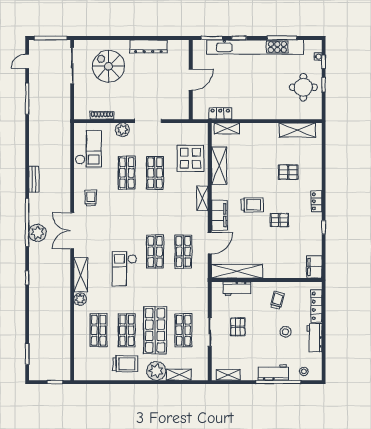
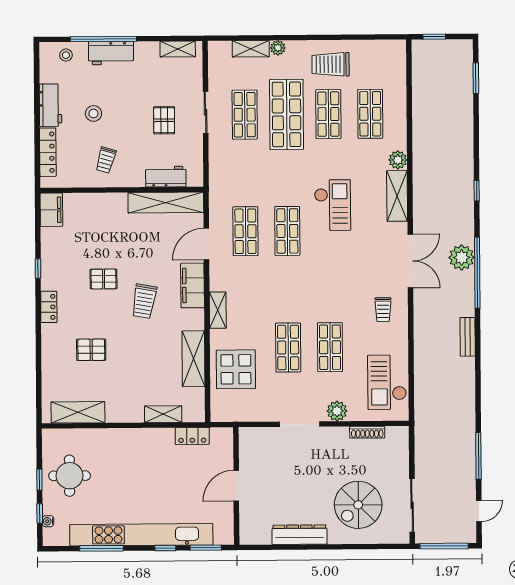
spiral stairs: (109, 66) -> (358, 505), turned 90
shelving: (227, 128) -> (163, 414), moved
trolley: (252, 205) -> (144, 301), turned -80
plant: (156, 371) -> (278, 48), width x0.53, depth x0.53

